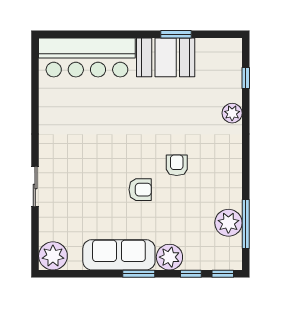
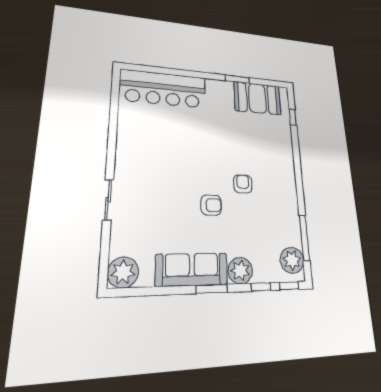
booth: (166, 57) -> (257, 98), moved
plant: (232, 113) -> (285, 143), removed
plant: (228, 223) -> (292, 260), moved

